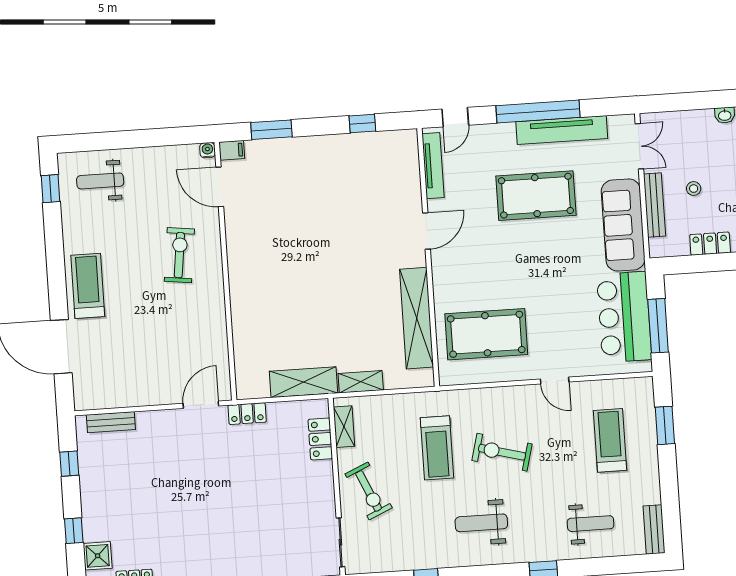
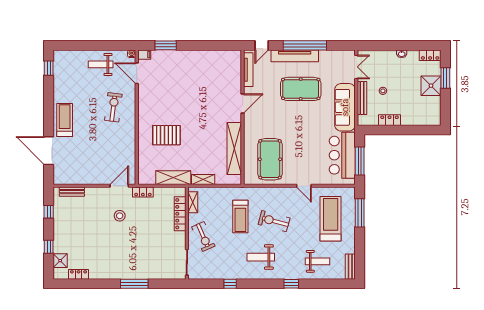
window: (362, 123) -> (213, 45), removed
tv unit: (562, 130) -> (295, 56), moved
weight bench: (100, 181) -> (101, 64), moved
pallet: (285, 302) -> (166, 135), added
pool table: (486, 334) -> (270, 159), turned 90
window: (665, 425) -> (360, 213), width x1.44
locker: (320, 439) -> (180, 214), width x1.53
treadmill: (610, 440) -> (331, 219), width x1.37, depth x1.38
stool: (206, 462) -> (120, 216), added

